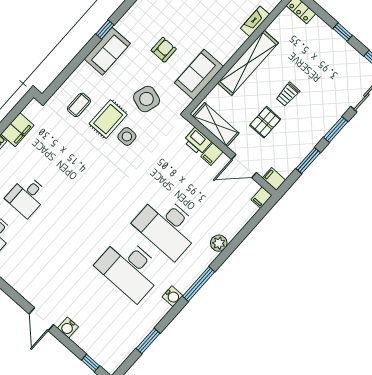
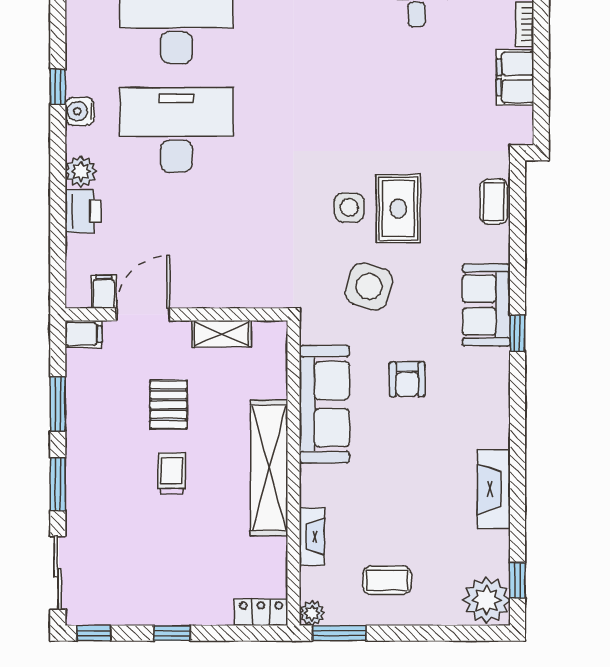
sofa: (199, 75) -> (324, 404), width x1.36
coffee table: (79, 105) -> (494, 202), moved
shelving: (216, 125) -> (222, 334), width x0.67, depth x0.75
printer: (197, 141) -> (83, 211), moved, turned 90
filing cabinet: (212, 154) -> (204, 291), removed
filing cabinet: (262, 197) -> (104, 292), moved
window: (199, 284) -> (58, 87), width x0.46
water cooler: (172, 296) -> (80, 111), moved

